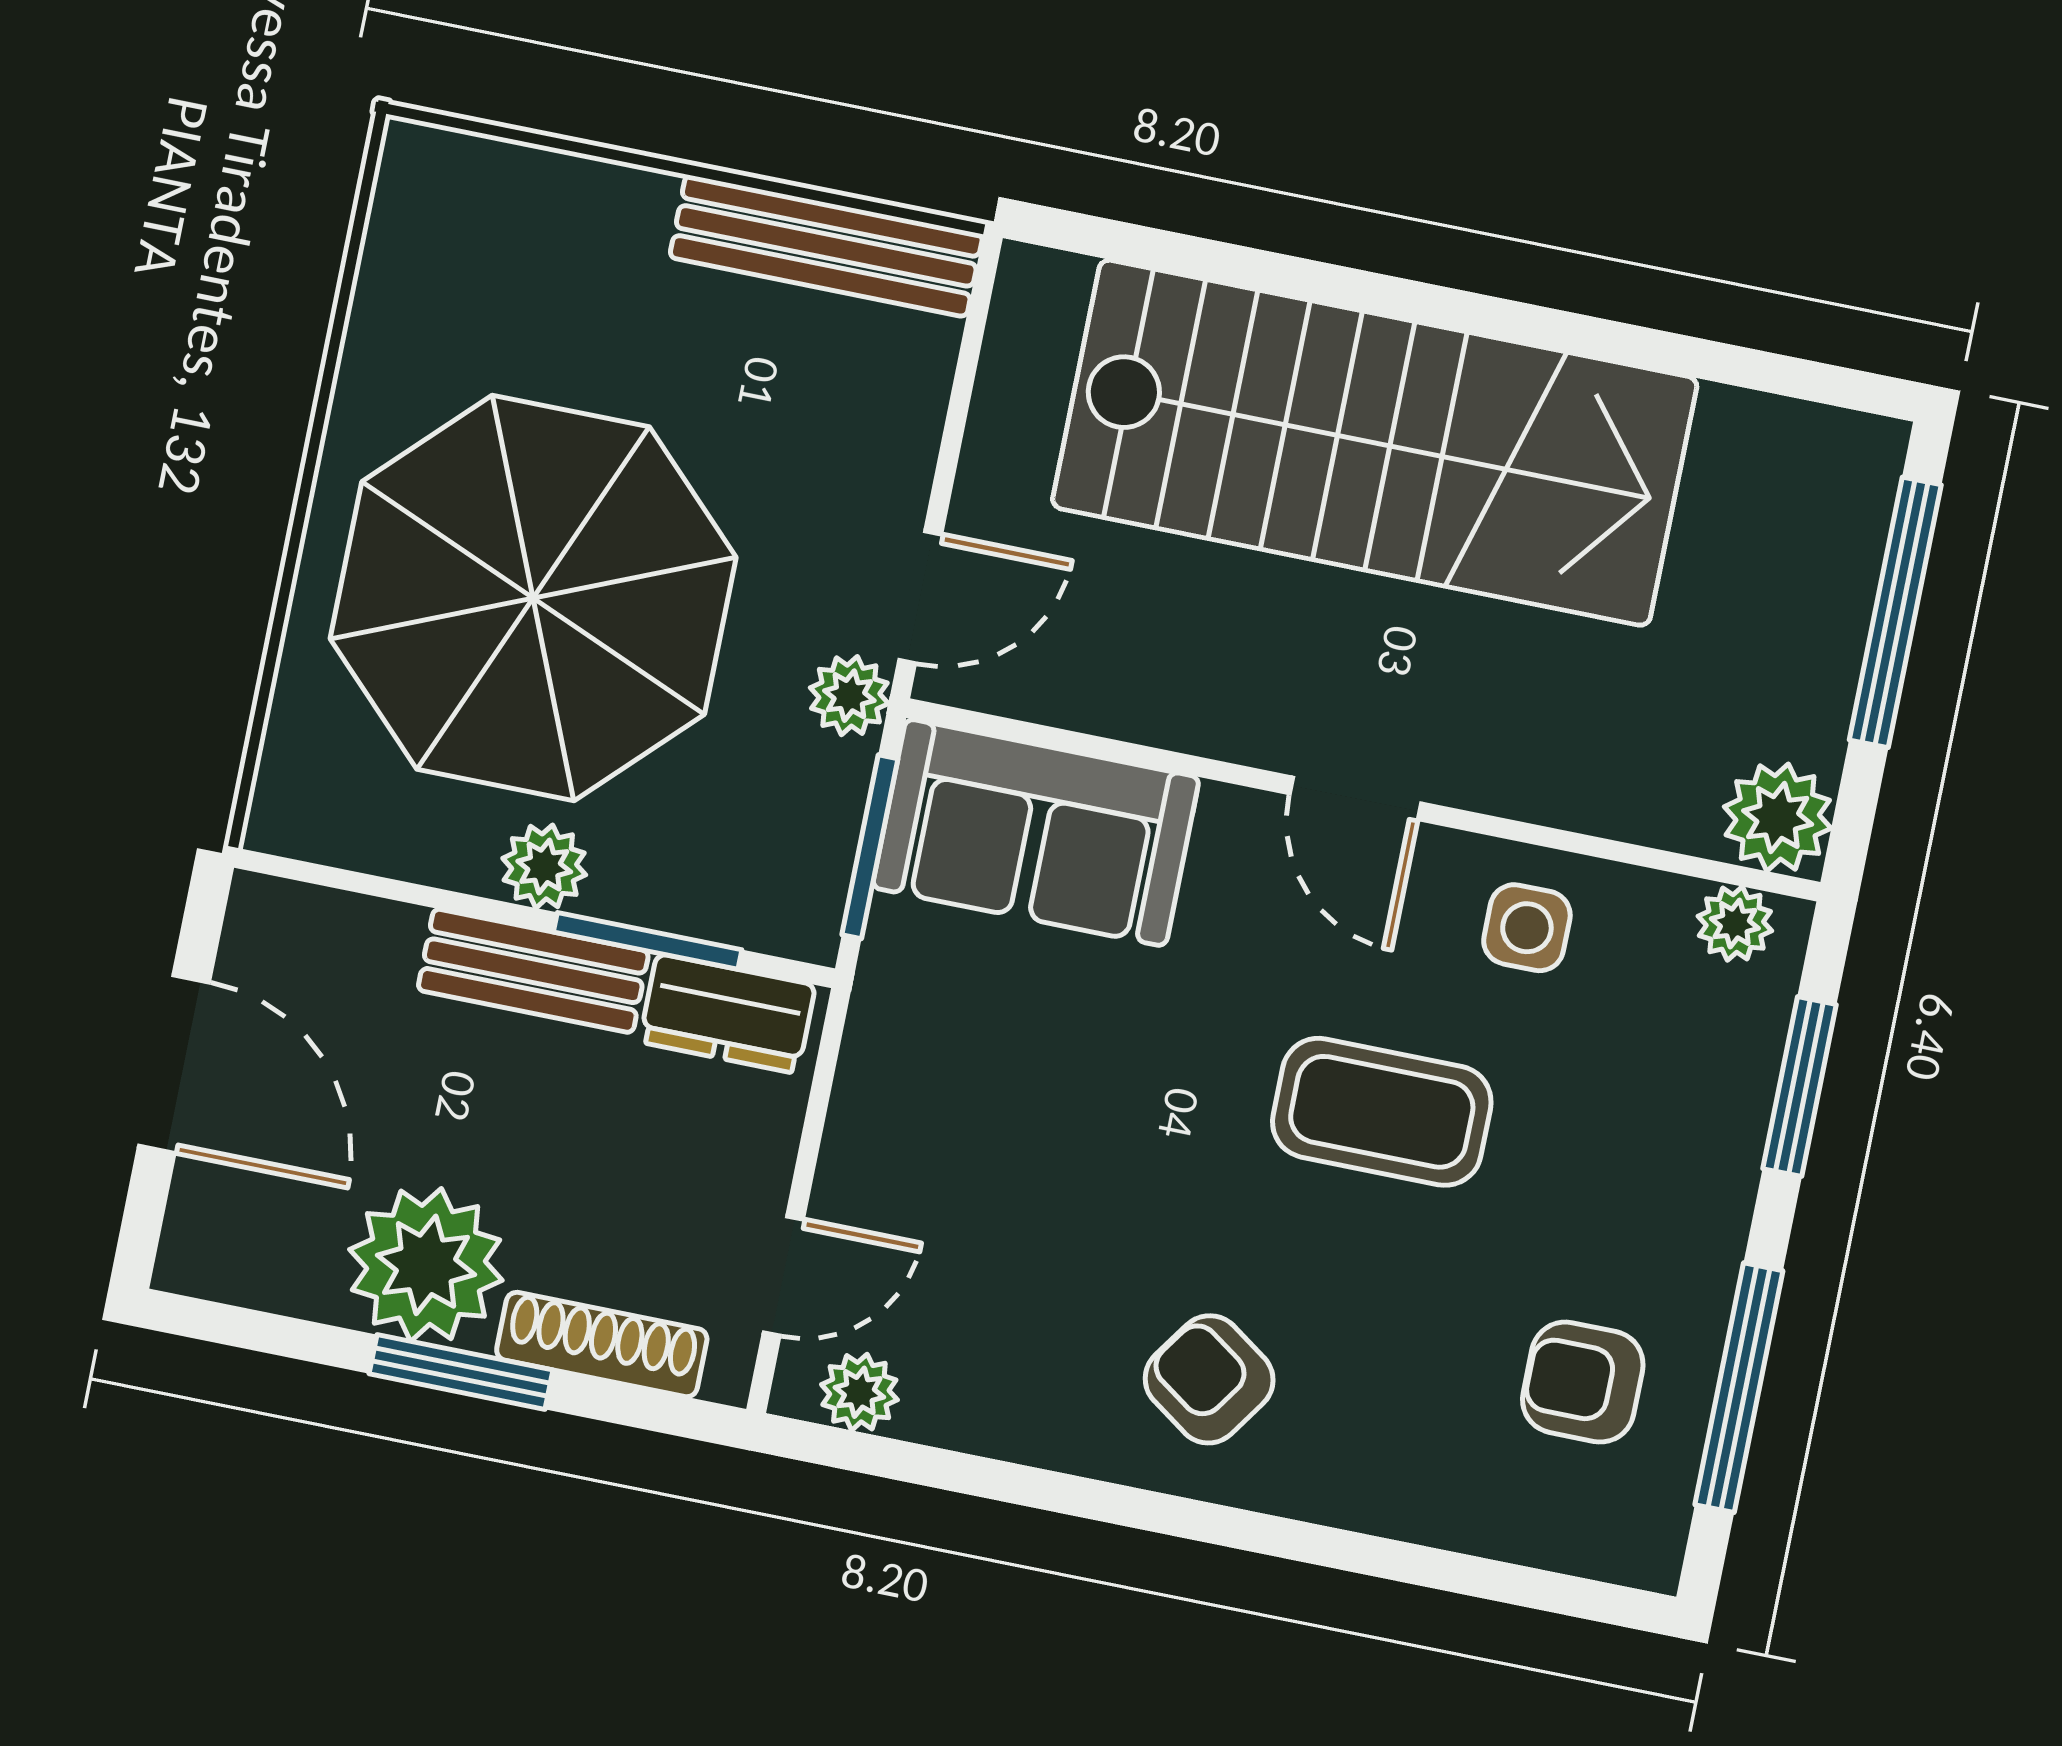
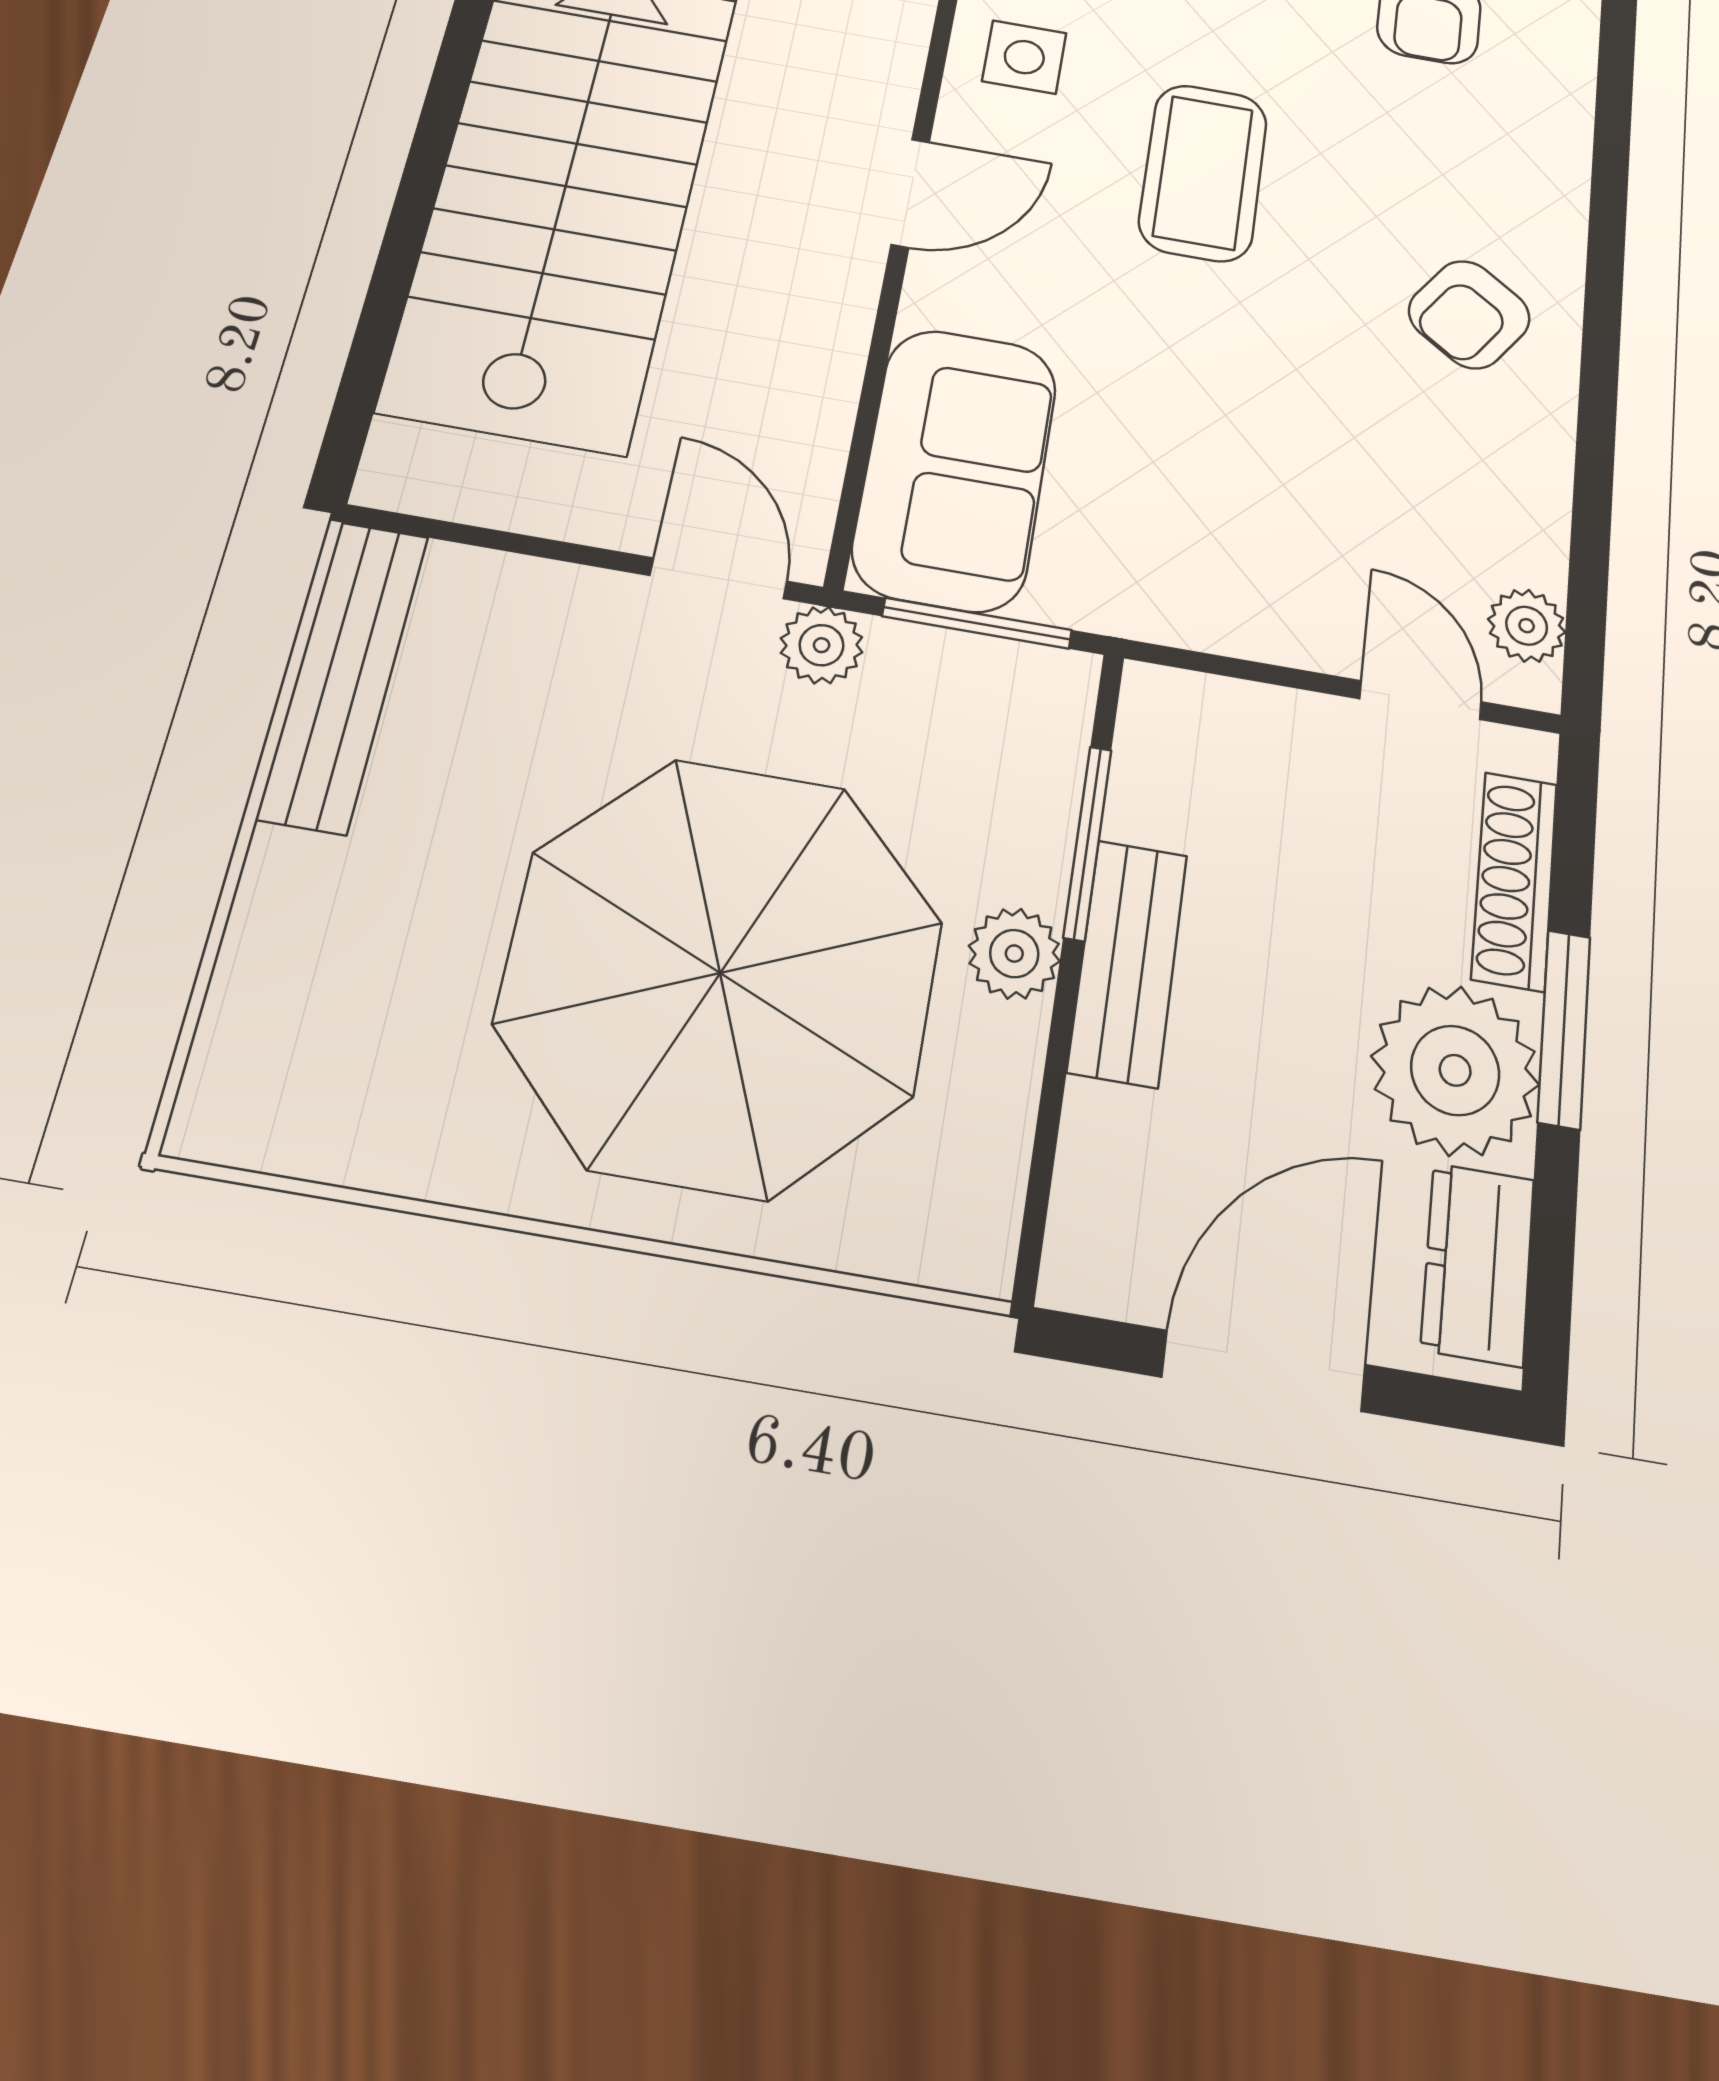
dresser: (727, 1014) -> (1478, 1264), moved, turned 180

